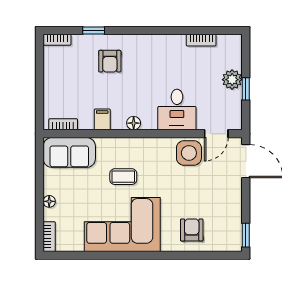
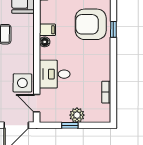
window: (94, 31) -> (113, 29), moved
armchair: (110, 61) -> (91, 24), width x1.88, depth x1.88
filing cabinet: (102, 119) -> (47, 30), moved

